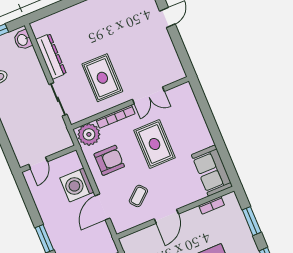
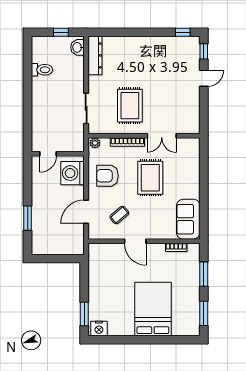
dresser: (51, 56) -> (95, 55), moved
plant: (89, 134) -> (95, 143), width x0.53, depth x0.53
armchair: (109, 160) -> (107, 176), turned 180
washing machine: (77, 185) -> (72, 173), moved
door: (166, 216) -> (135, 241), hinge flipped

